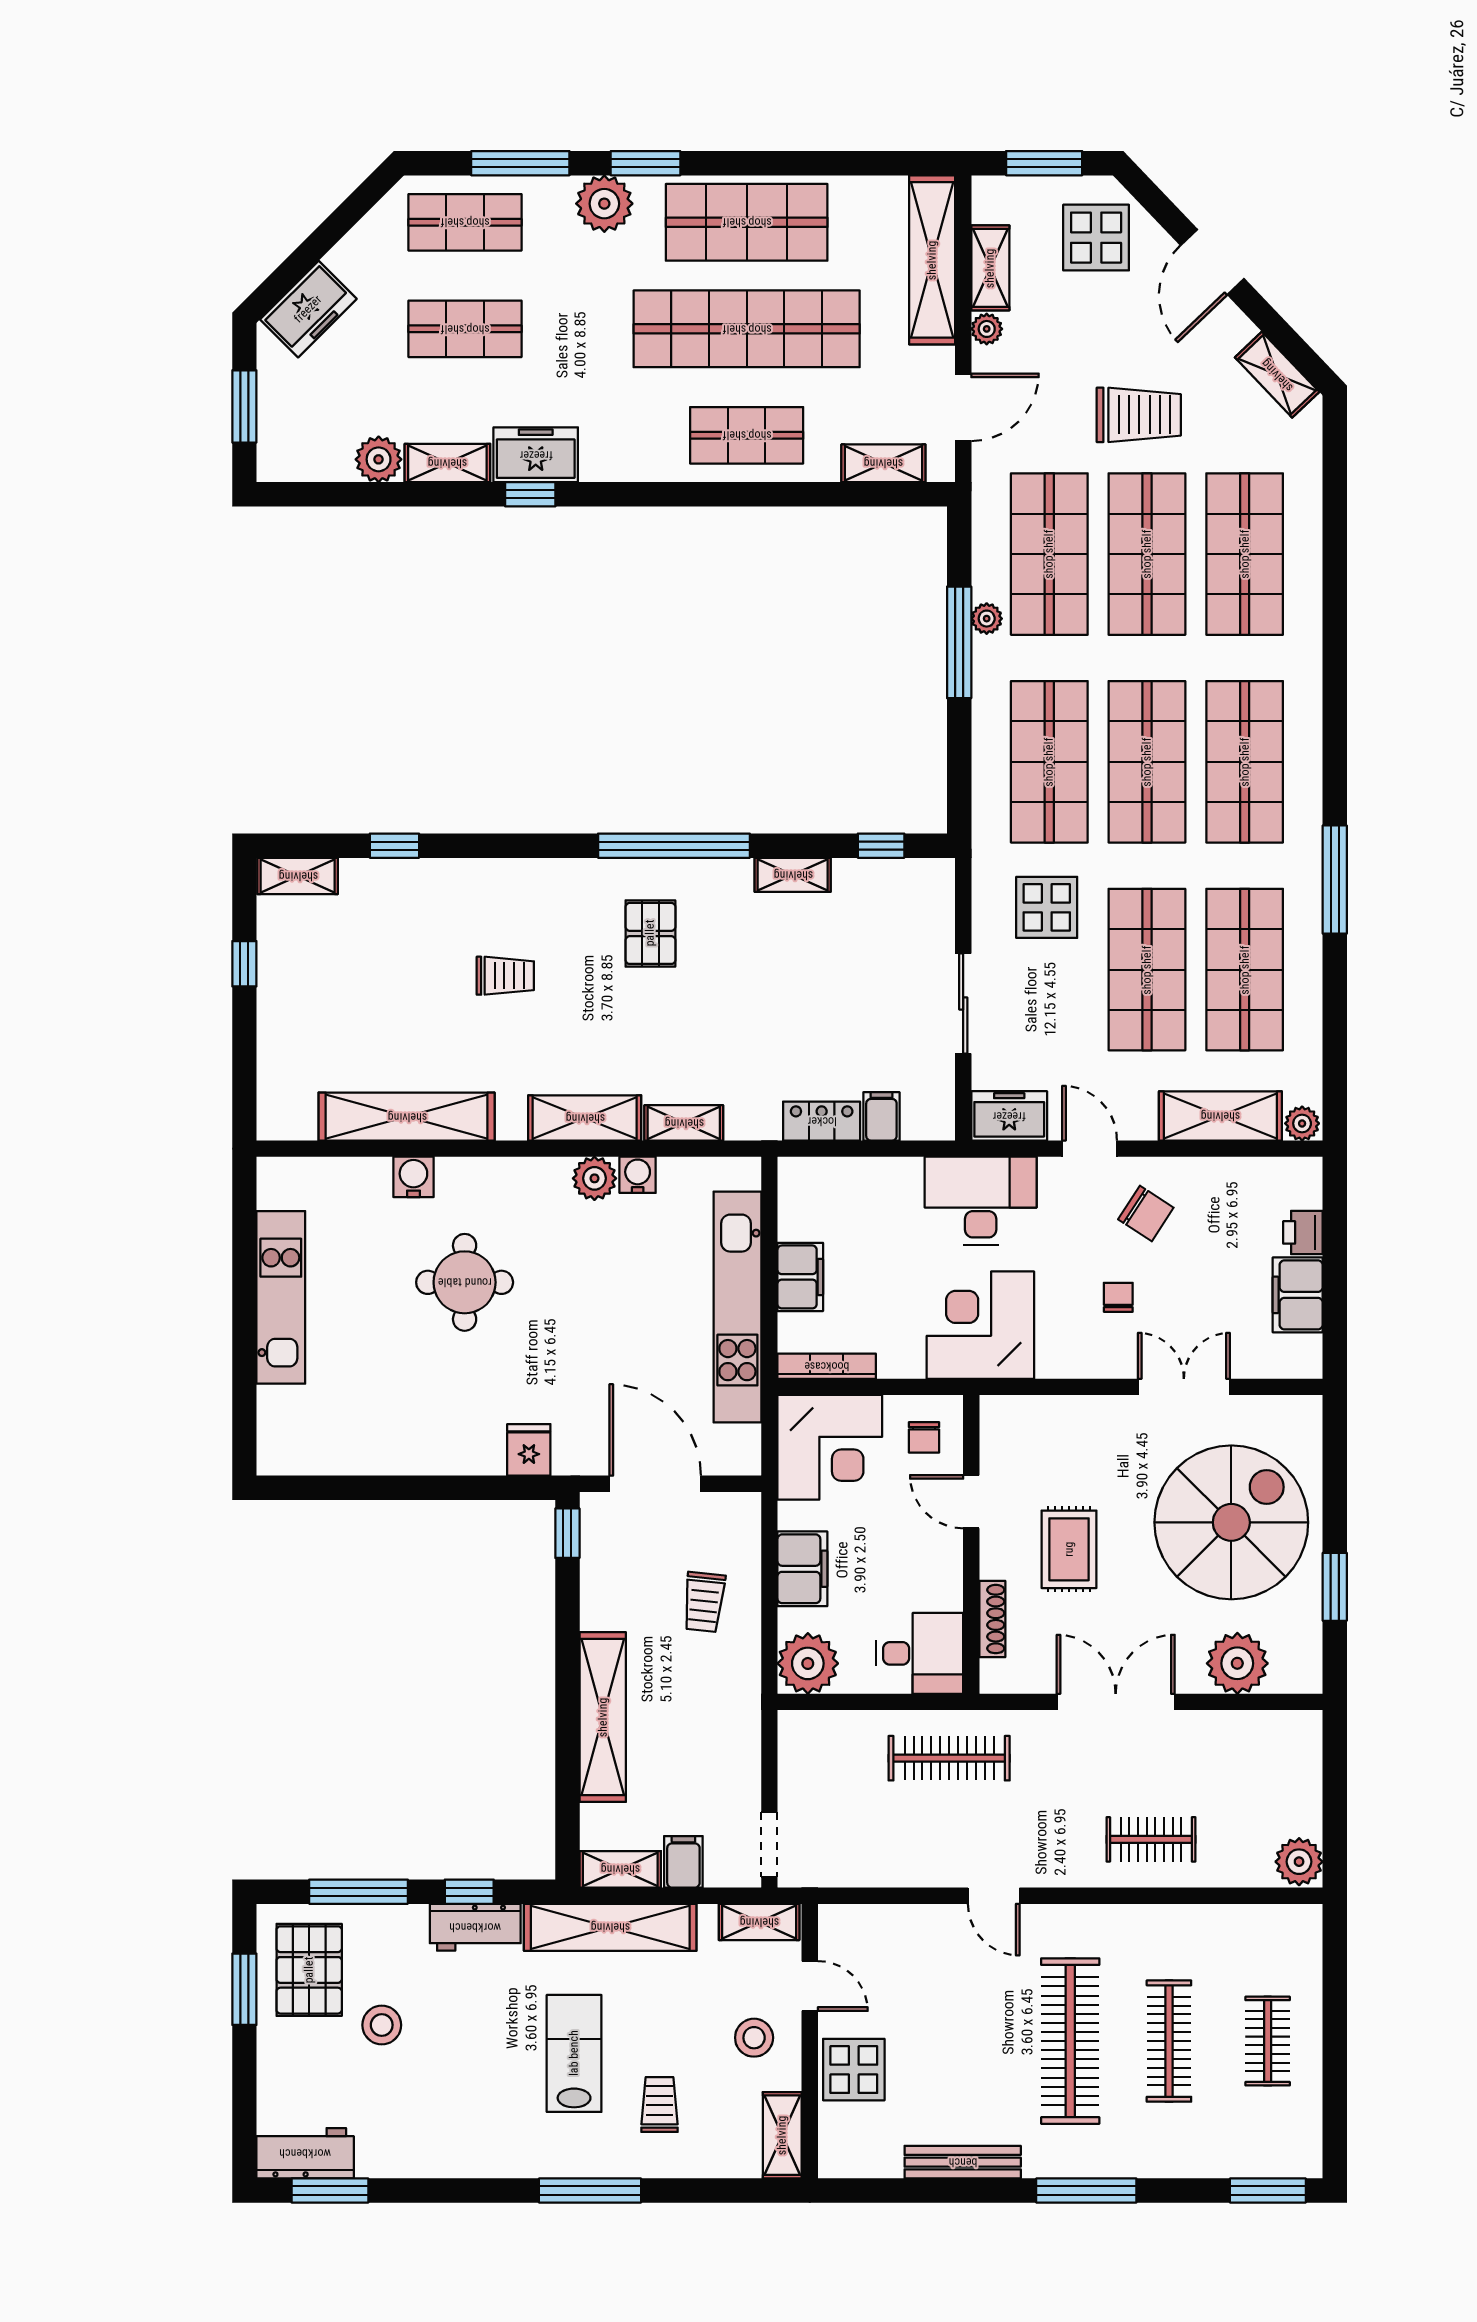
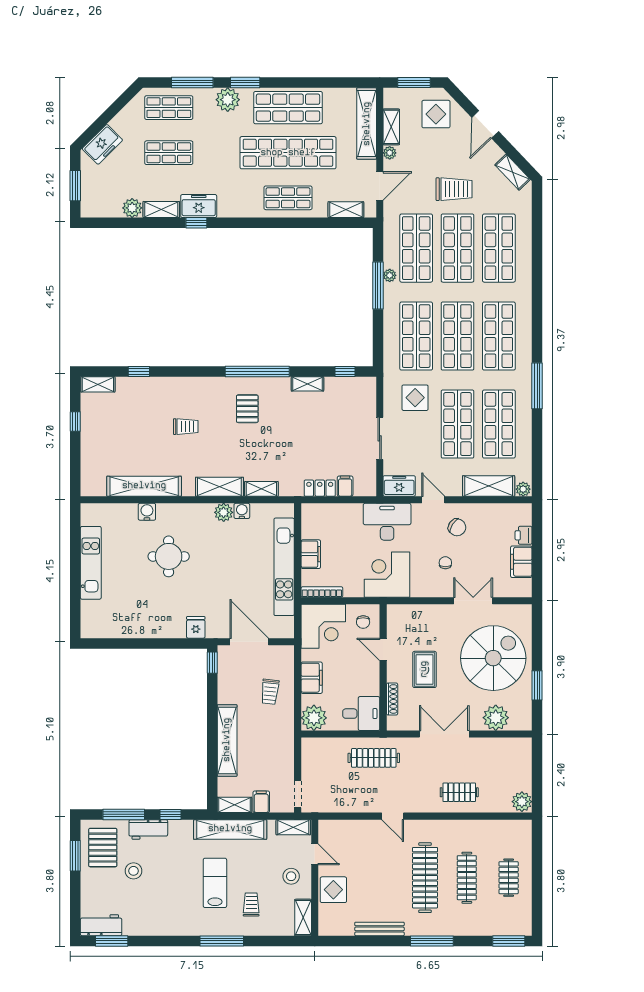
workbench: (475, 1927) -> (148, 829), moved

